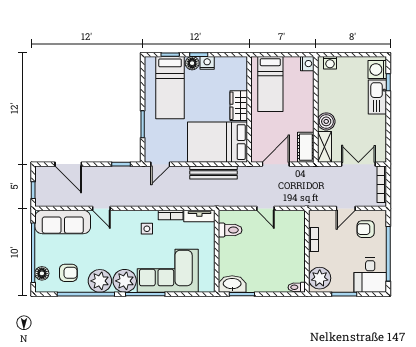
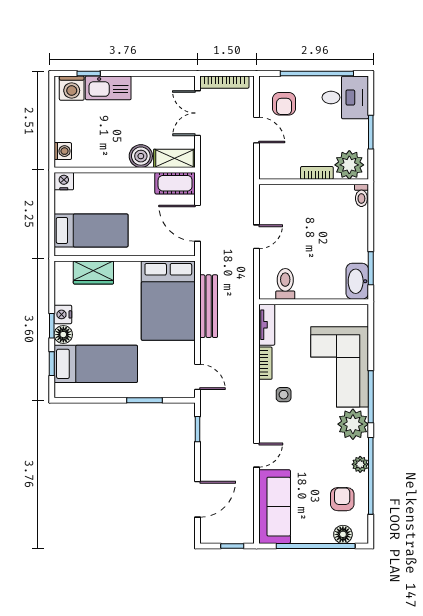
wardrobe: (239, 106) -> (93, 272), moved
bookcase: (314, 239) -> (317, 173), moved
plant: (100, 281) -> (360, 464), width x0.53, depth x0.53

